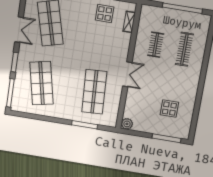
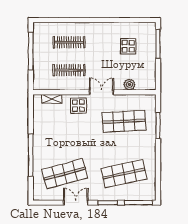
display table: (105, 14) -> (78, 106), moved
clothes rail: (156, 45) -> (69, 70), width x1.36
plant: (127, 124) -> (129, 85), moved

